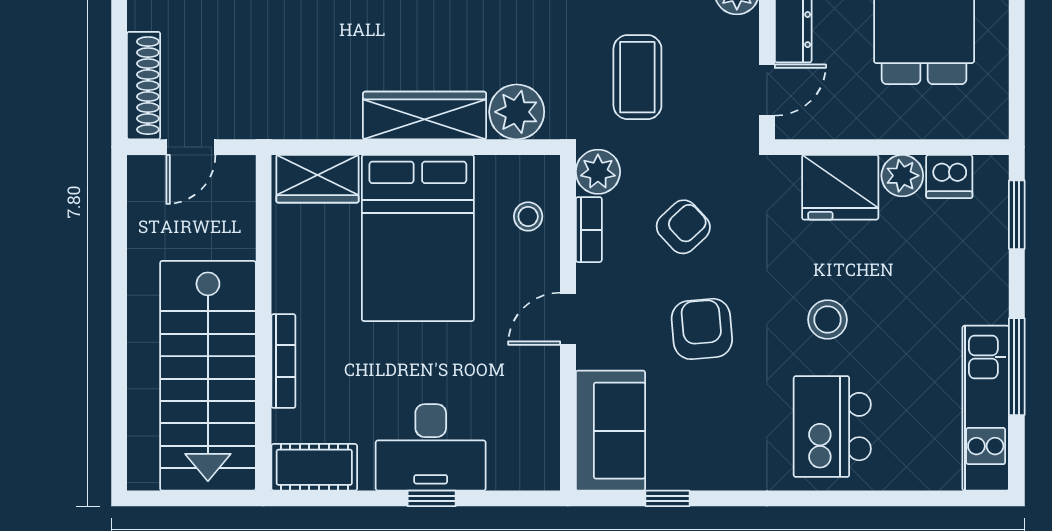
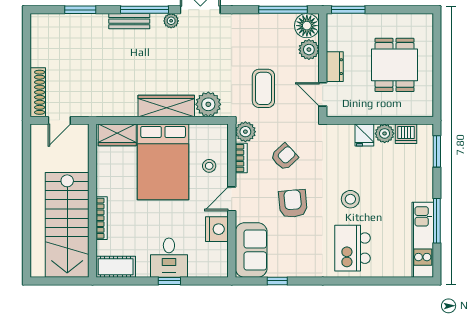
door: (767, 90) -> (323, 94), swing flipped
fridge: (840, 187) -> (364, 135), width x0.53, depth x0.75
stool: (528, 216) -> (209, 166), moved
nightstand: (535, 385) -> (217, 229), added
desk: (431, 447) -> (169, 258), width x0.73

